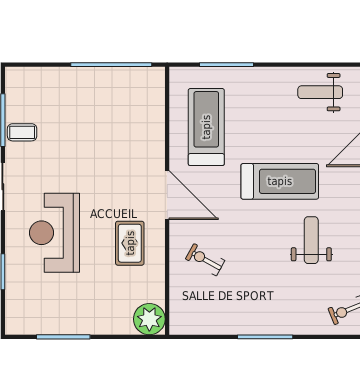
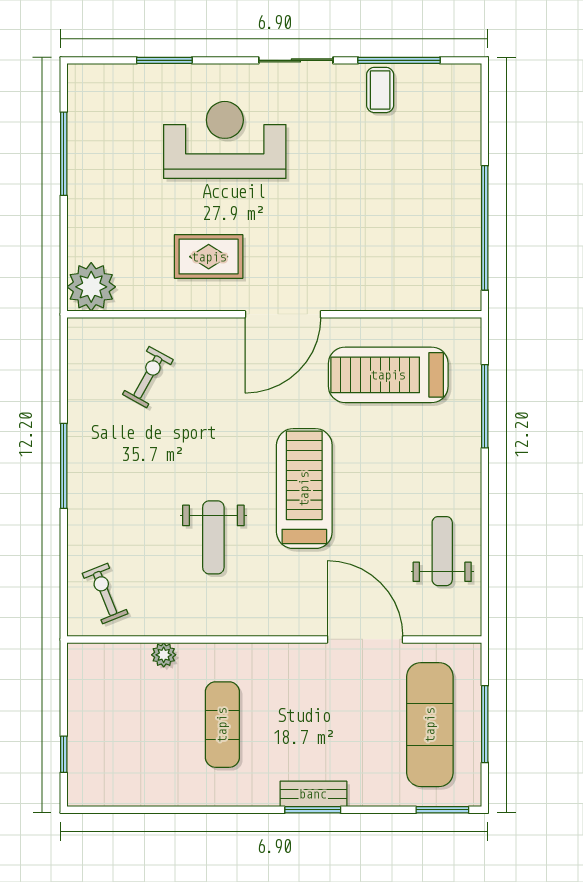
treadmill: (206, 127) -> (388, 375), turned 180
treadmill: (280, 181) -> (304, 489), turned 180
weight bench: (311, 240) -> (213, 537), turned 90
exercise bike: (205, 260) -> (148, 377), moved

